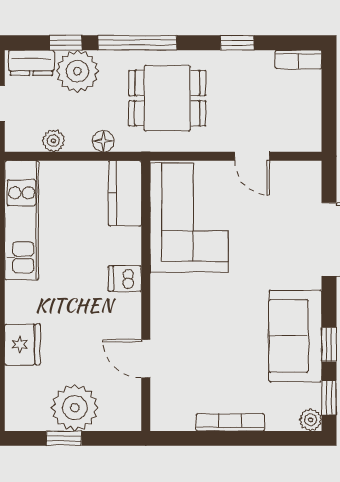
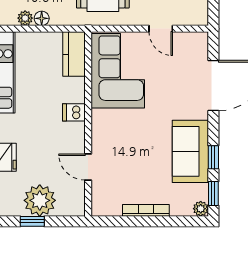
floor lamp: (103, 141) -> (42, 18), moved

